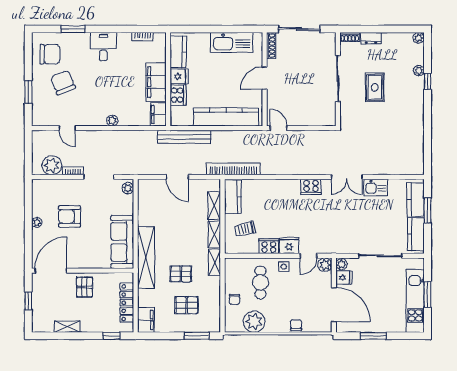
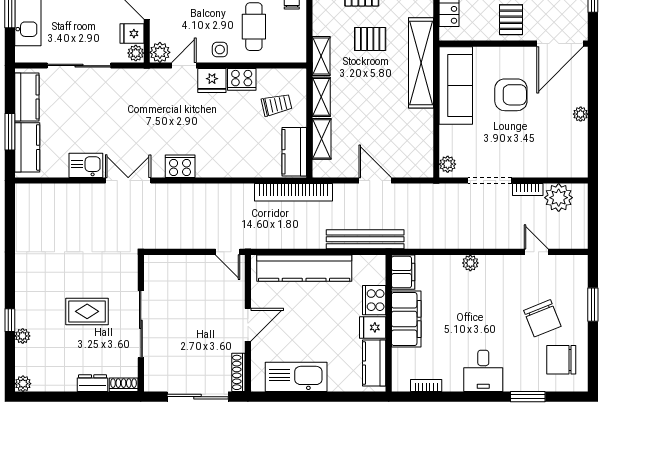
rug: (375, 87) -> (87, 311), turned 90
armchair: (69, 216) -> (511, 95), moved

